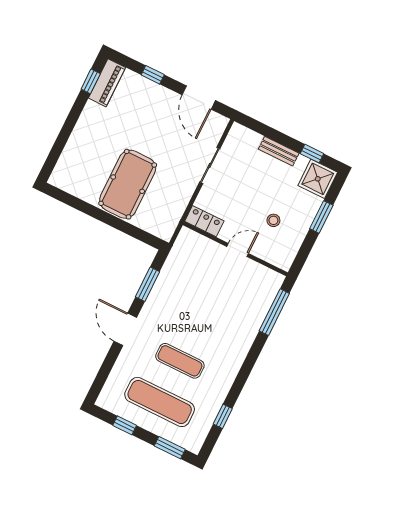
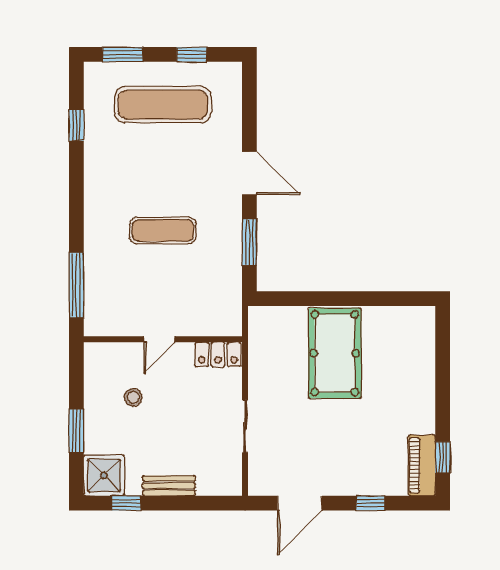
door: (199, 98) -> (300, 503), swing flipped
exercise mat: (180, 361) -> (163, 230), moved

